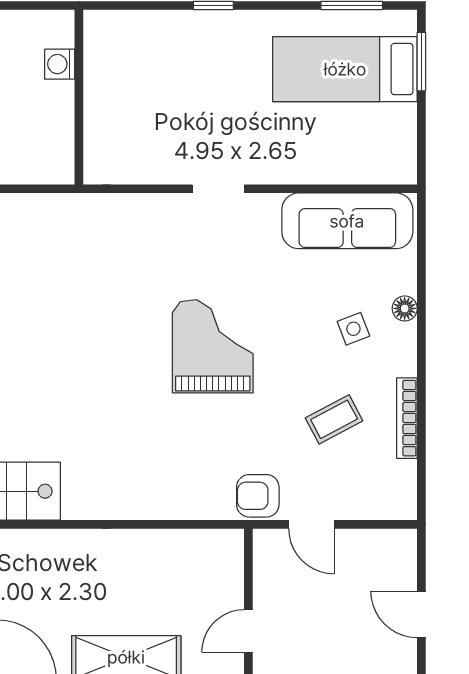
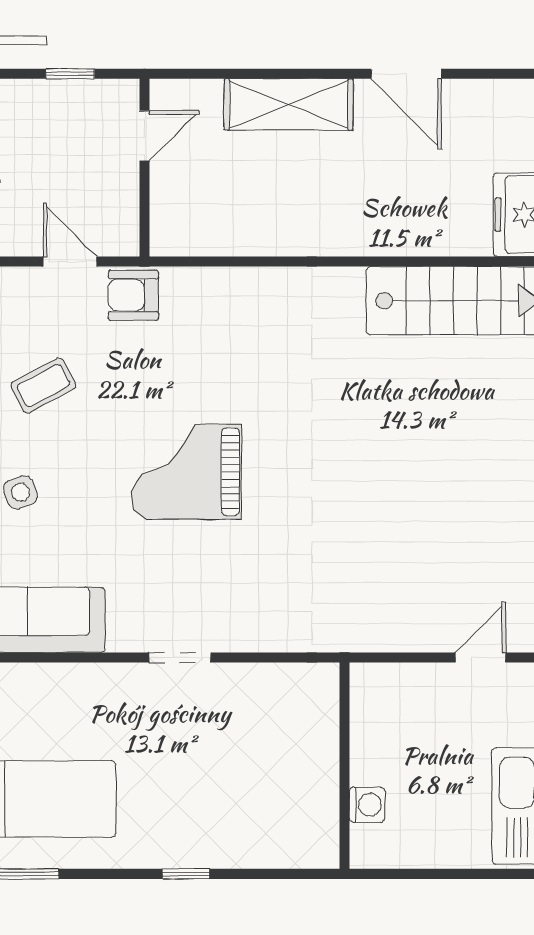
grand piano: (213, 346) -> (186, 472), turned 90
armchair: (258, 496) -> (133, 295), turned 180

